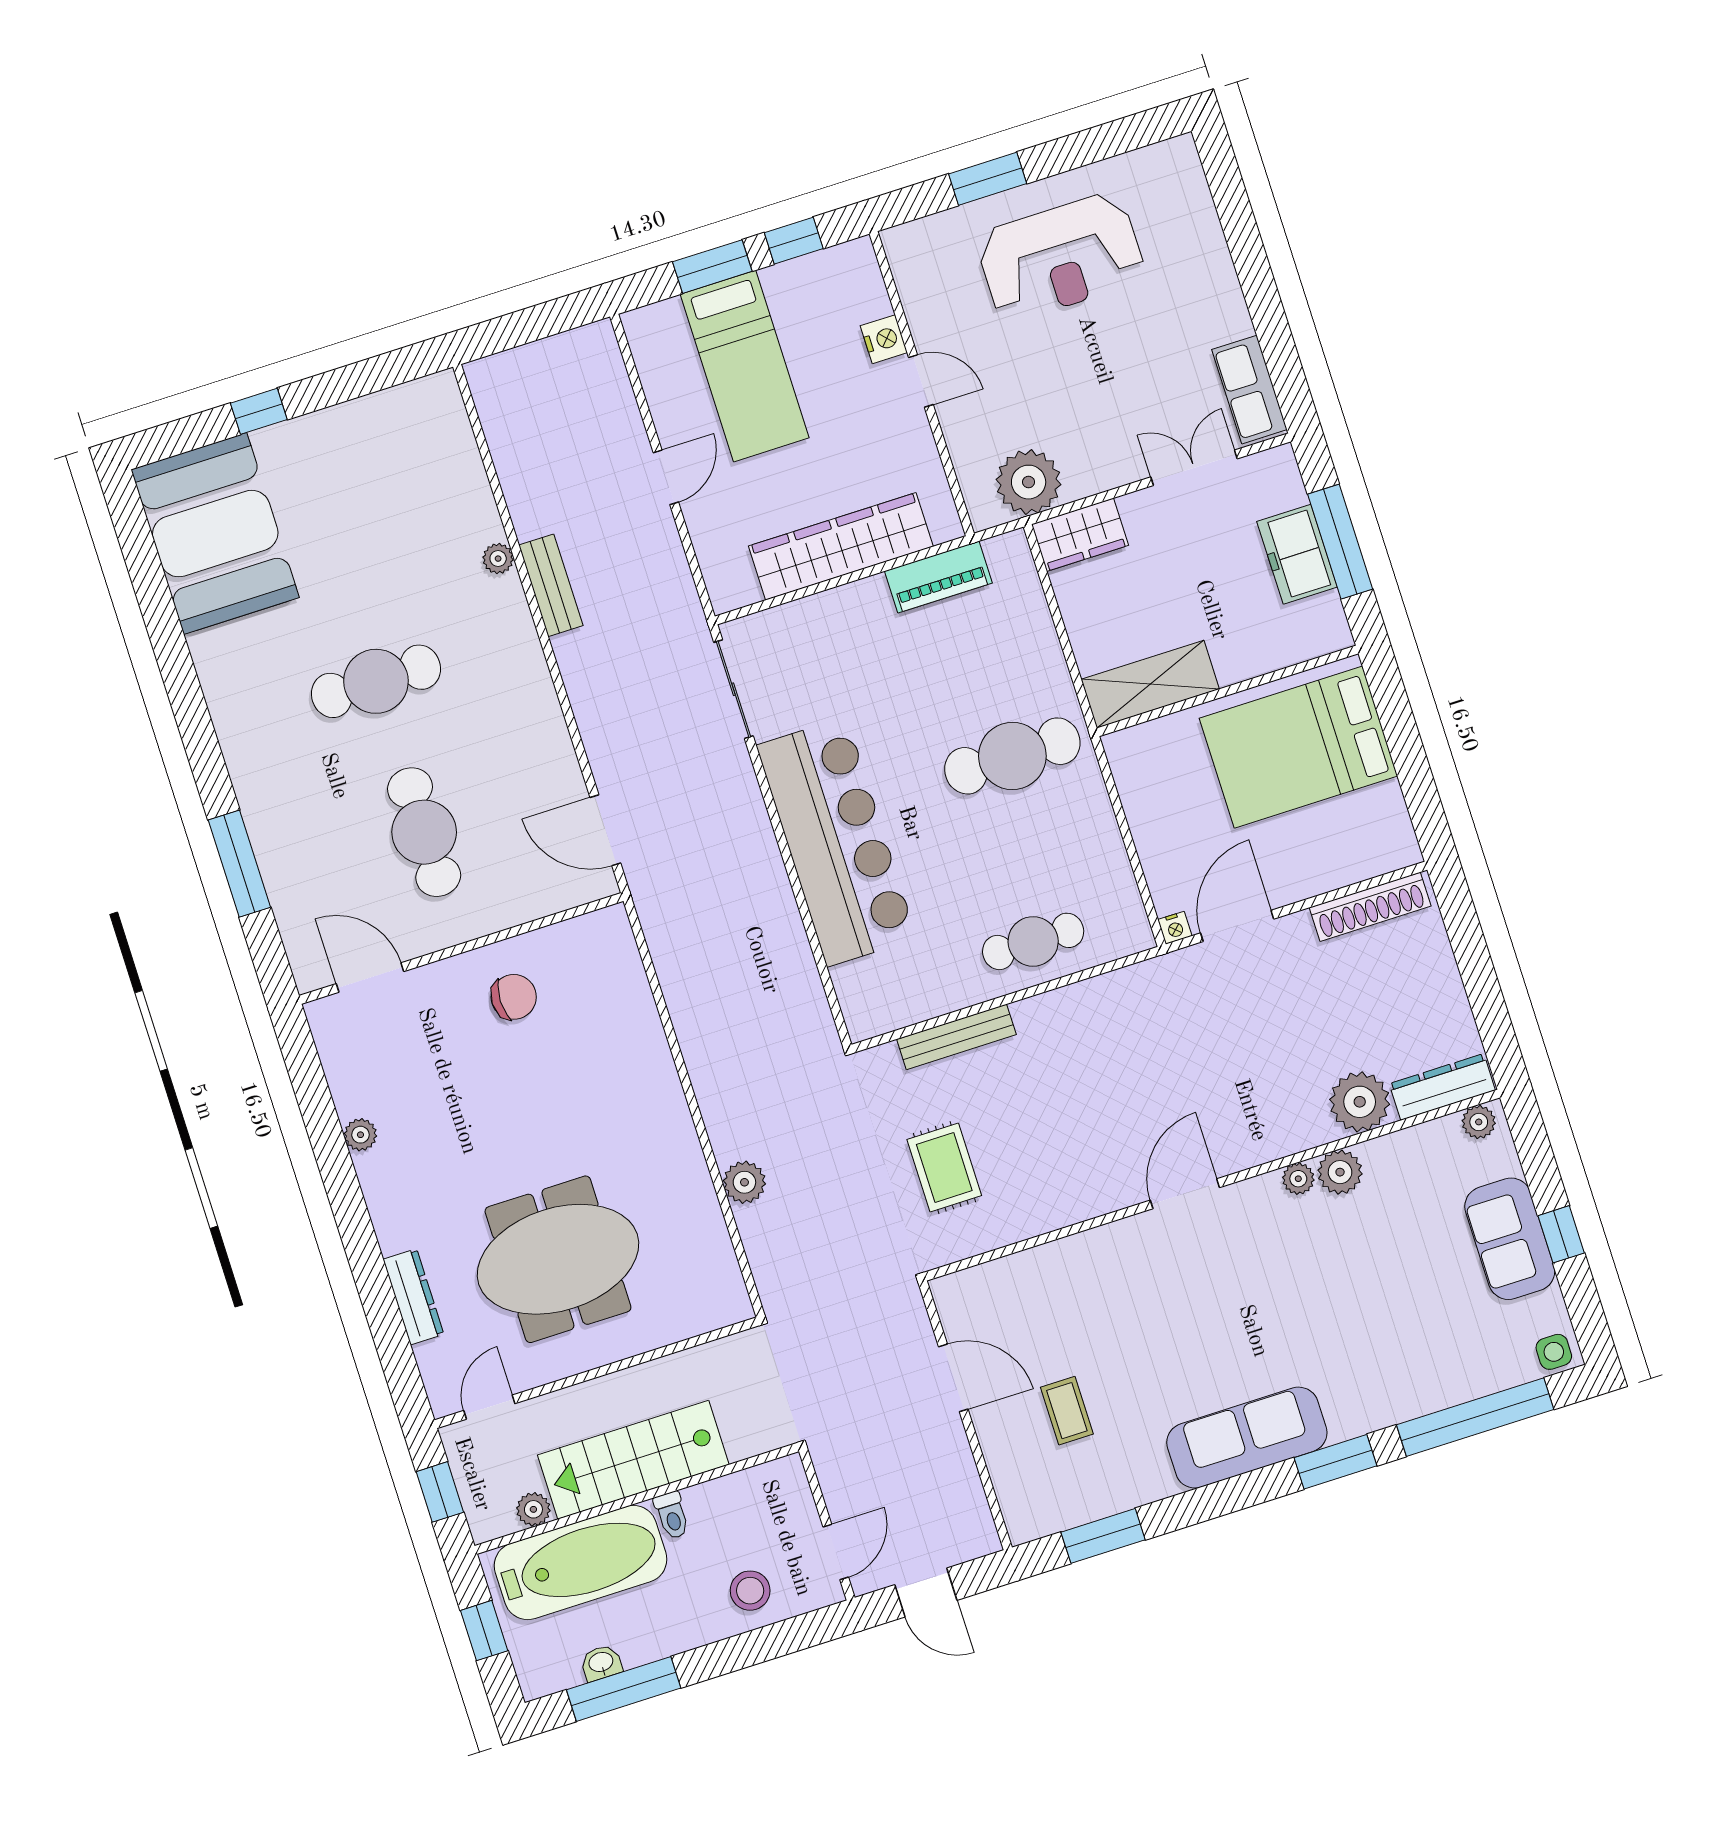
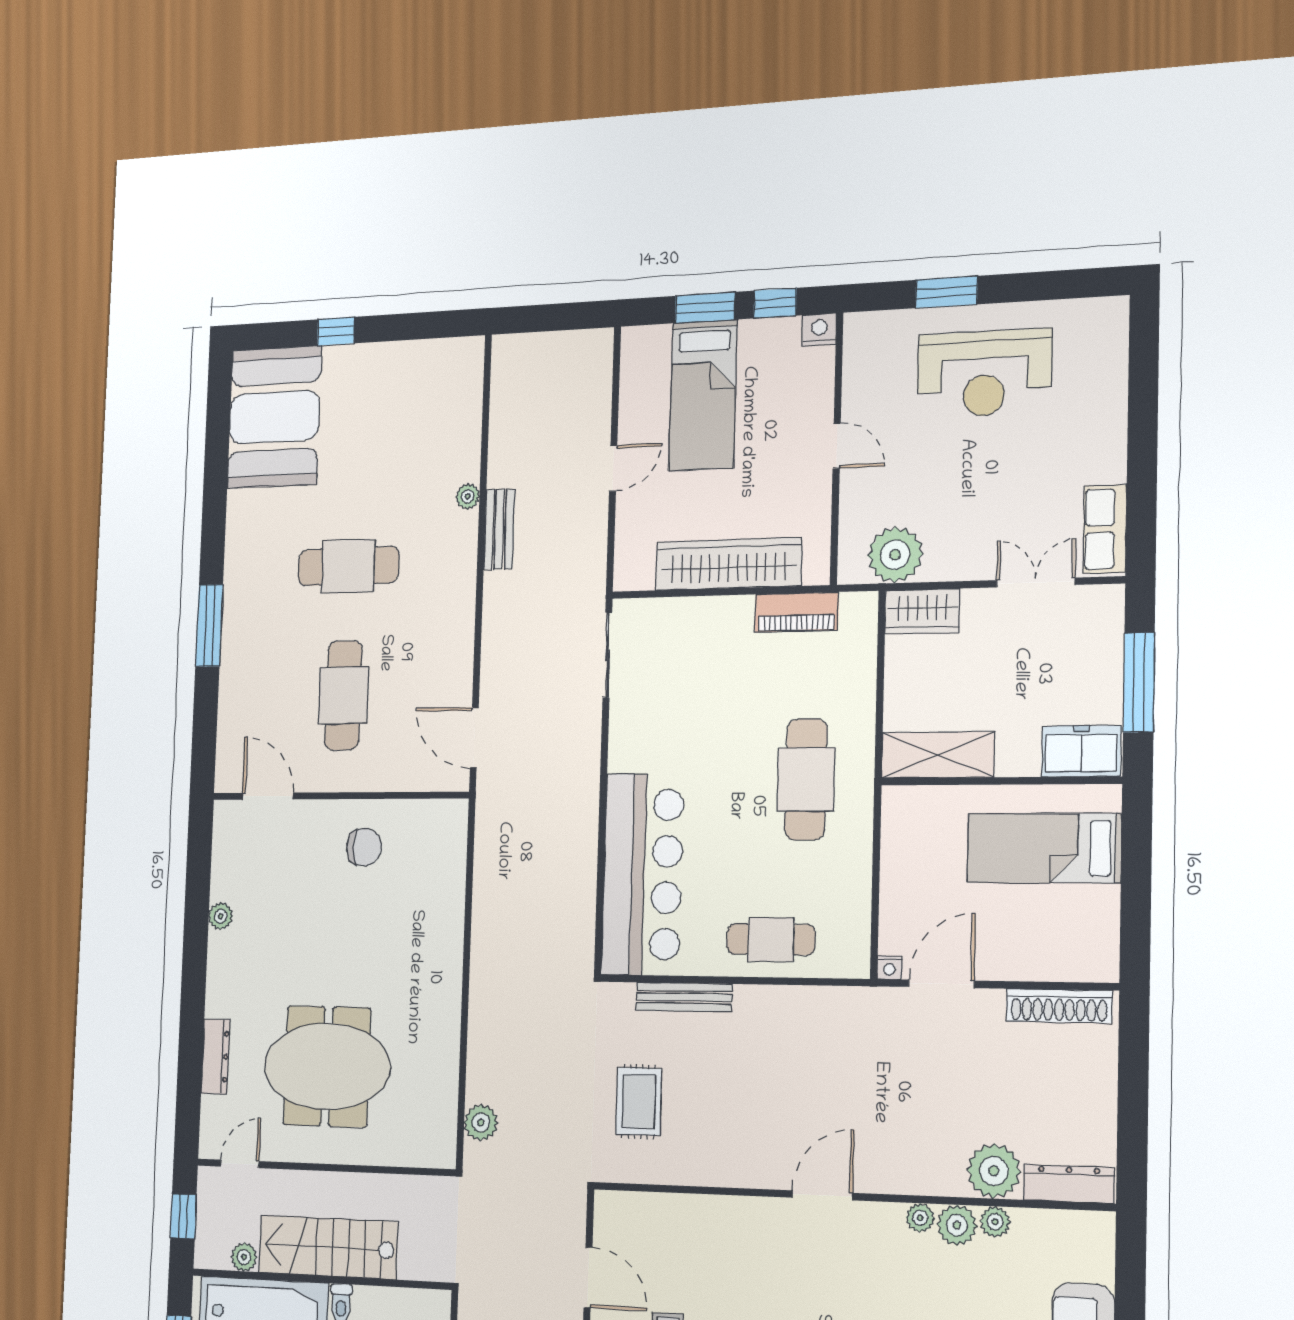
nightstand: (884, 339) -> (819, 330), moved, turned -90
freezer: (1297, 554) -> (1081, 751), moved, turned 90
bed: (1298, 747) -> (1044, 848), width x0.67
cafe table: (1012, 756) -> (806, 779), turned 90
bar counter: (837, 842) -> (643, 874), moved
window: (239, 864) -> (209, 625), moved
plant: (1479, 1122) -> (995, 1222), moved
plant: (744, 1182) -> (481, 1123), moved

